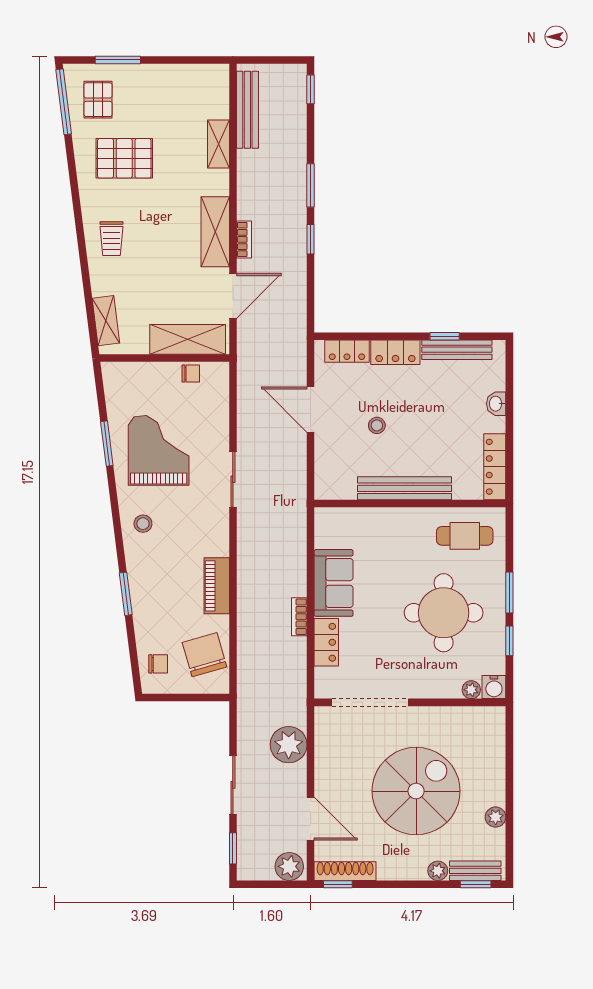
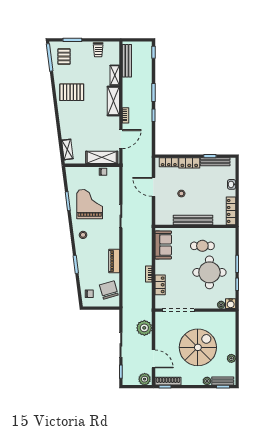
pallet: (124, 158) -> (72, 92), moved
shelving: (215, 232) -> (113, 101), moved
trolley: (112, 239) -> (98, 50), moved
cafe table: (465, 536) -> (202, 246), moved
sofa: (334, 583) -> (163, 245), moved

